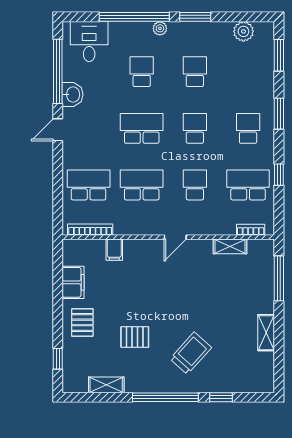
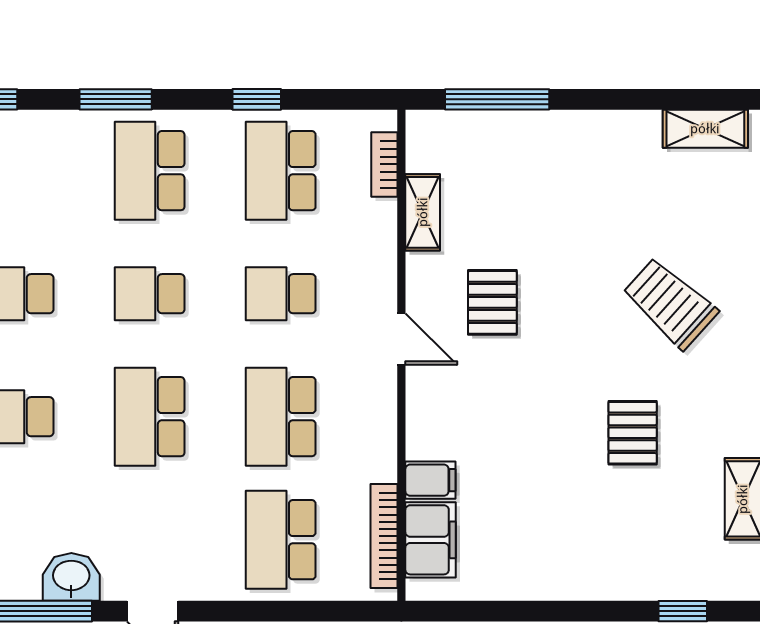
school desk: (248, 128) -> (150, 171), width x1.85
filing cabinet: (73, 282) -> (431, 540), moved, turned 90
pallet: (82, 322) -> (492, 302), moved, turned 90
shelving: (266, 333) -> (705, 129), moved

